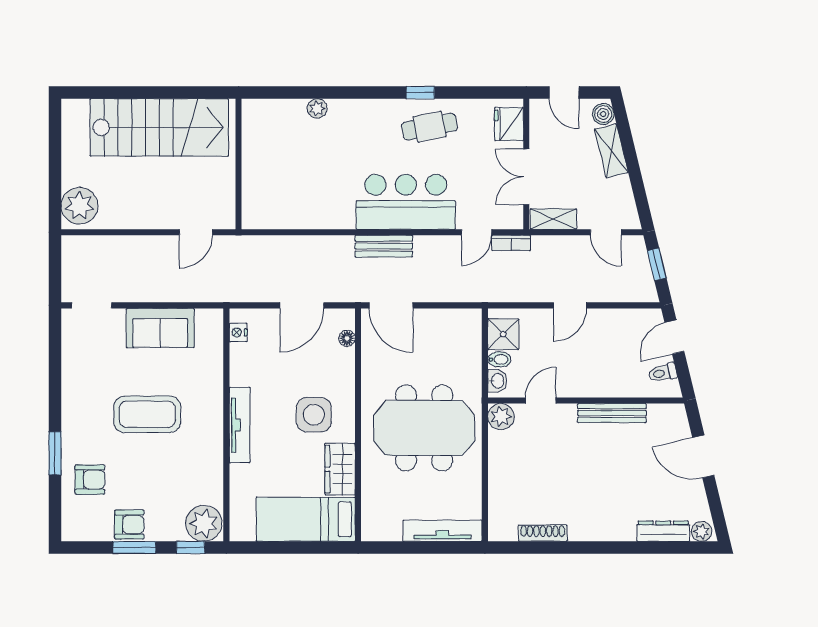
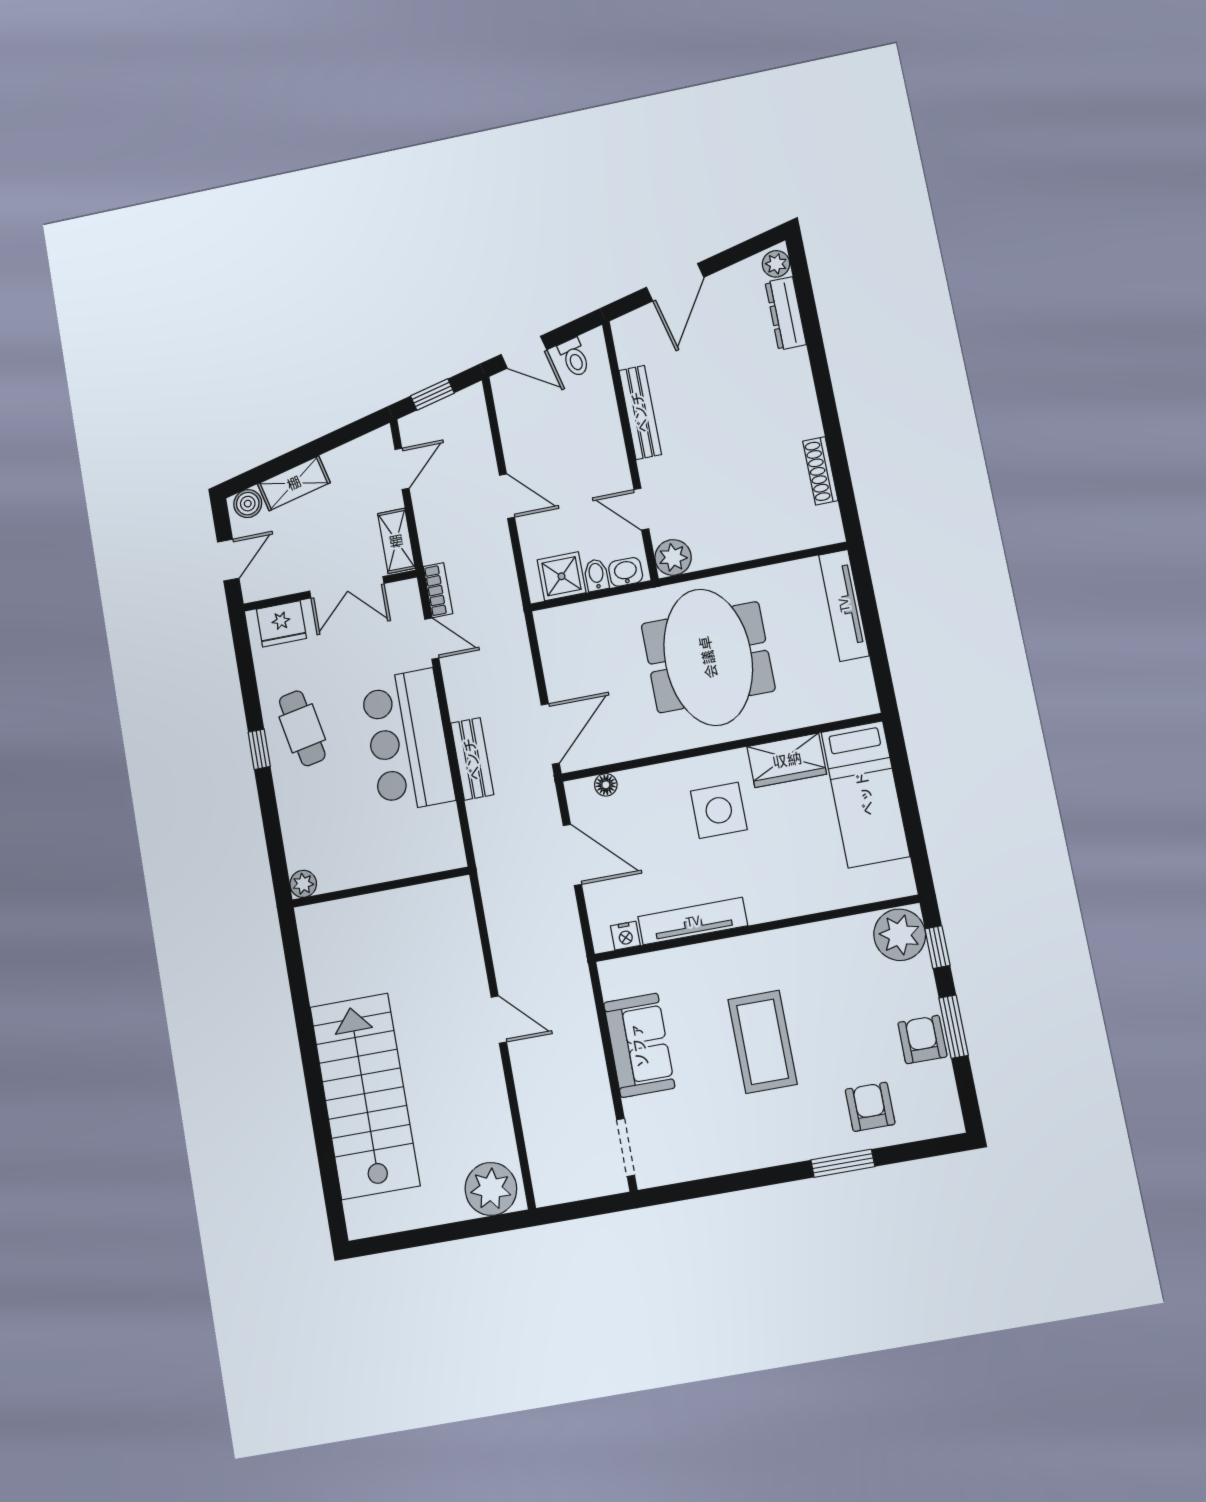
wall: (239, 164) -> (380, 887), moved
tv unit: (240, 425) -> (693, 921), moved

